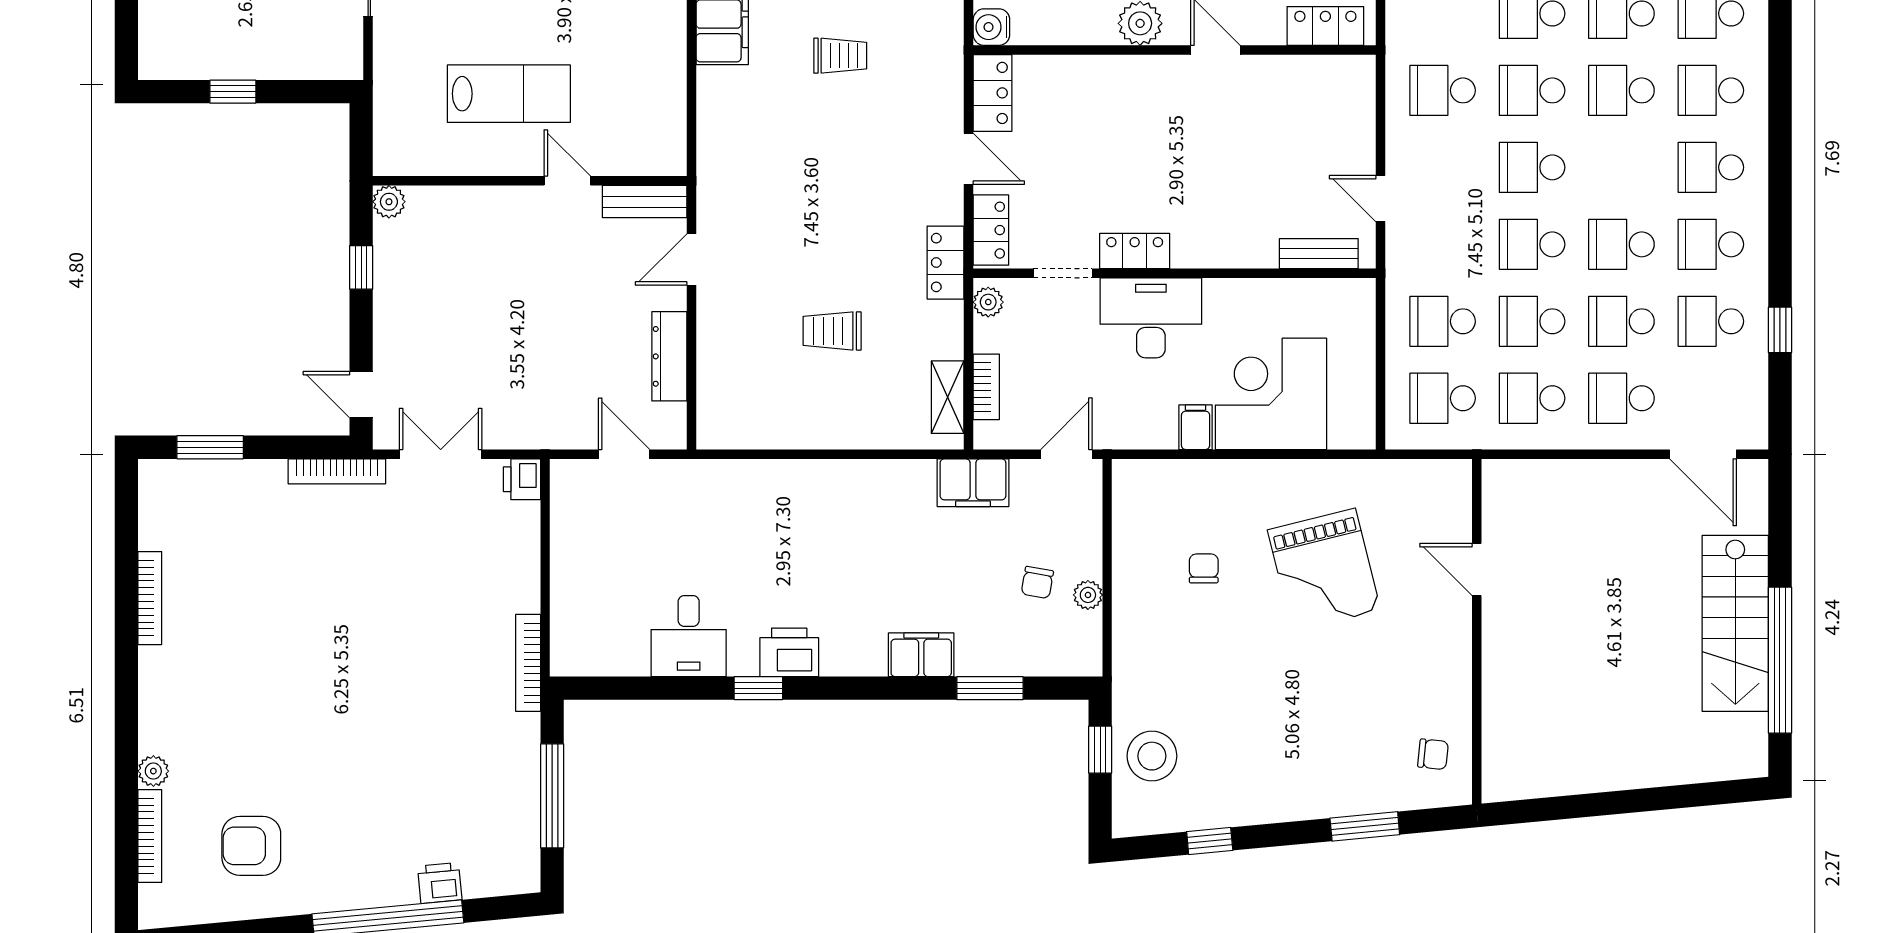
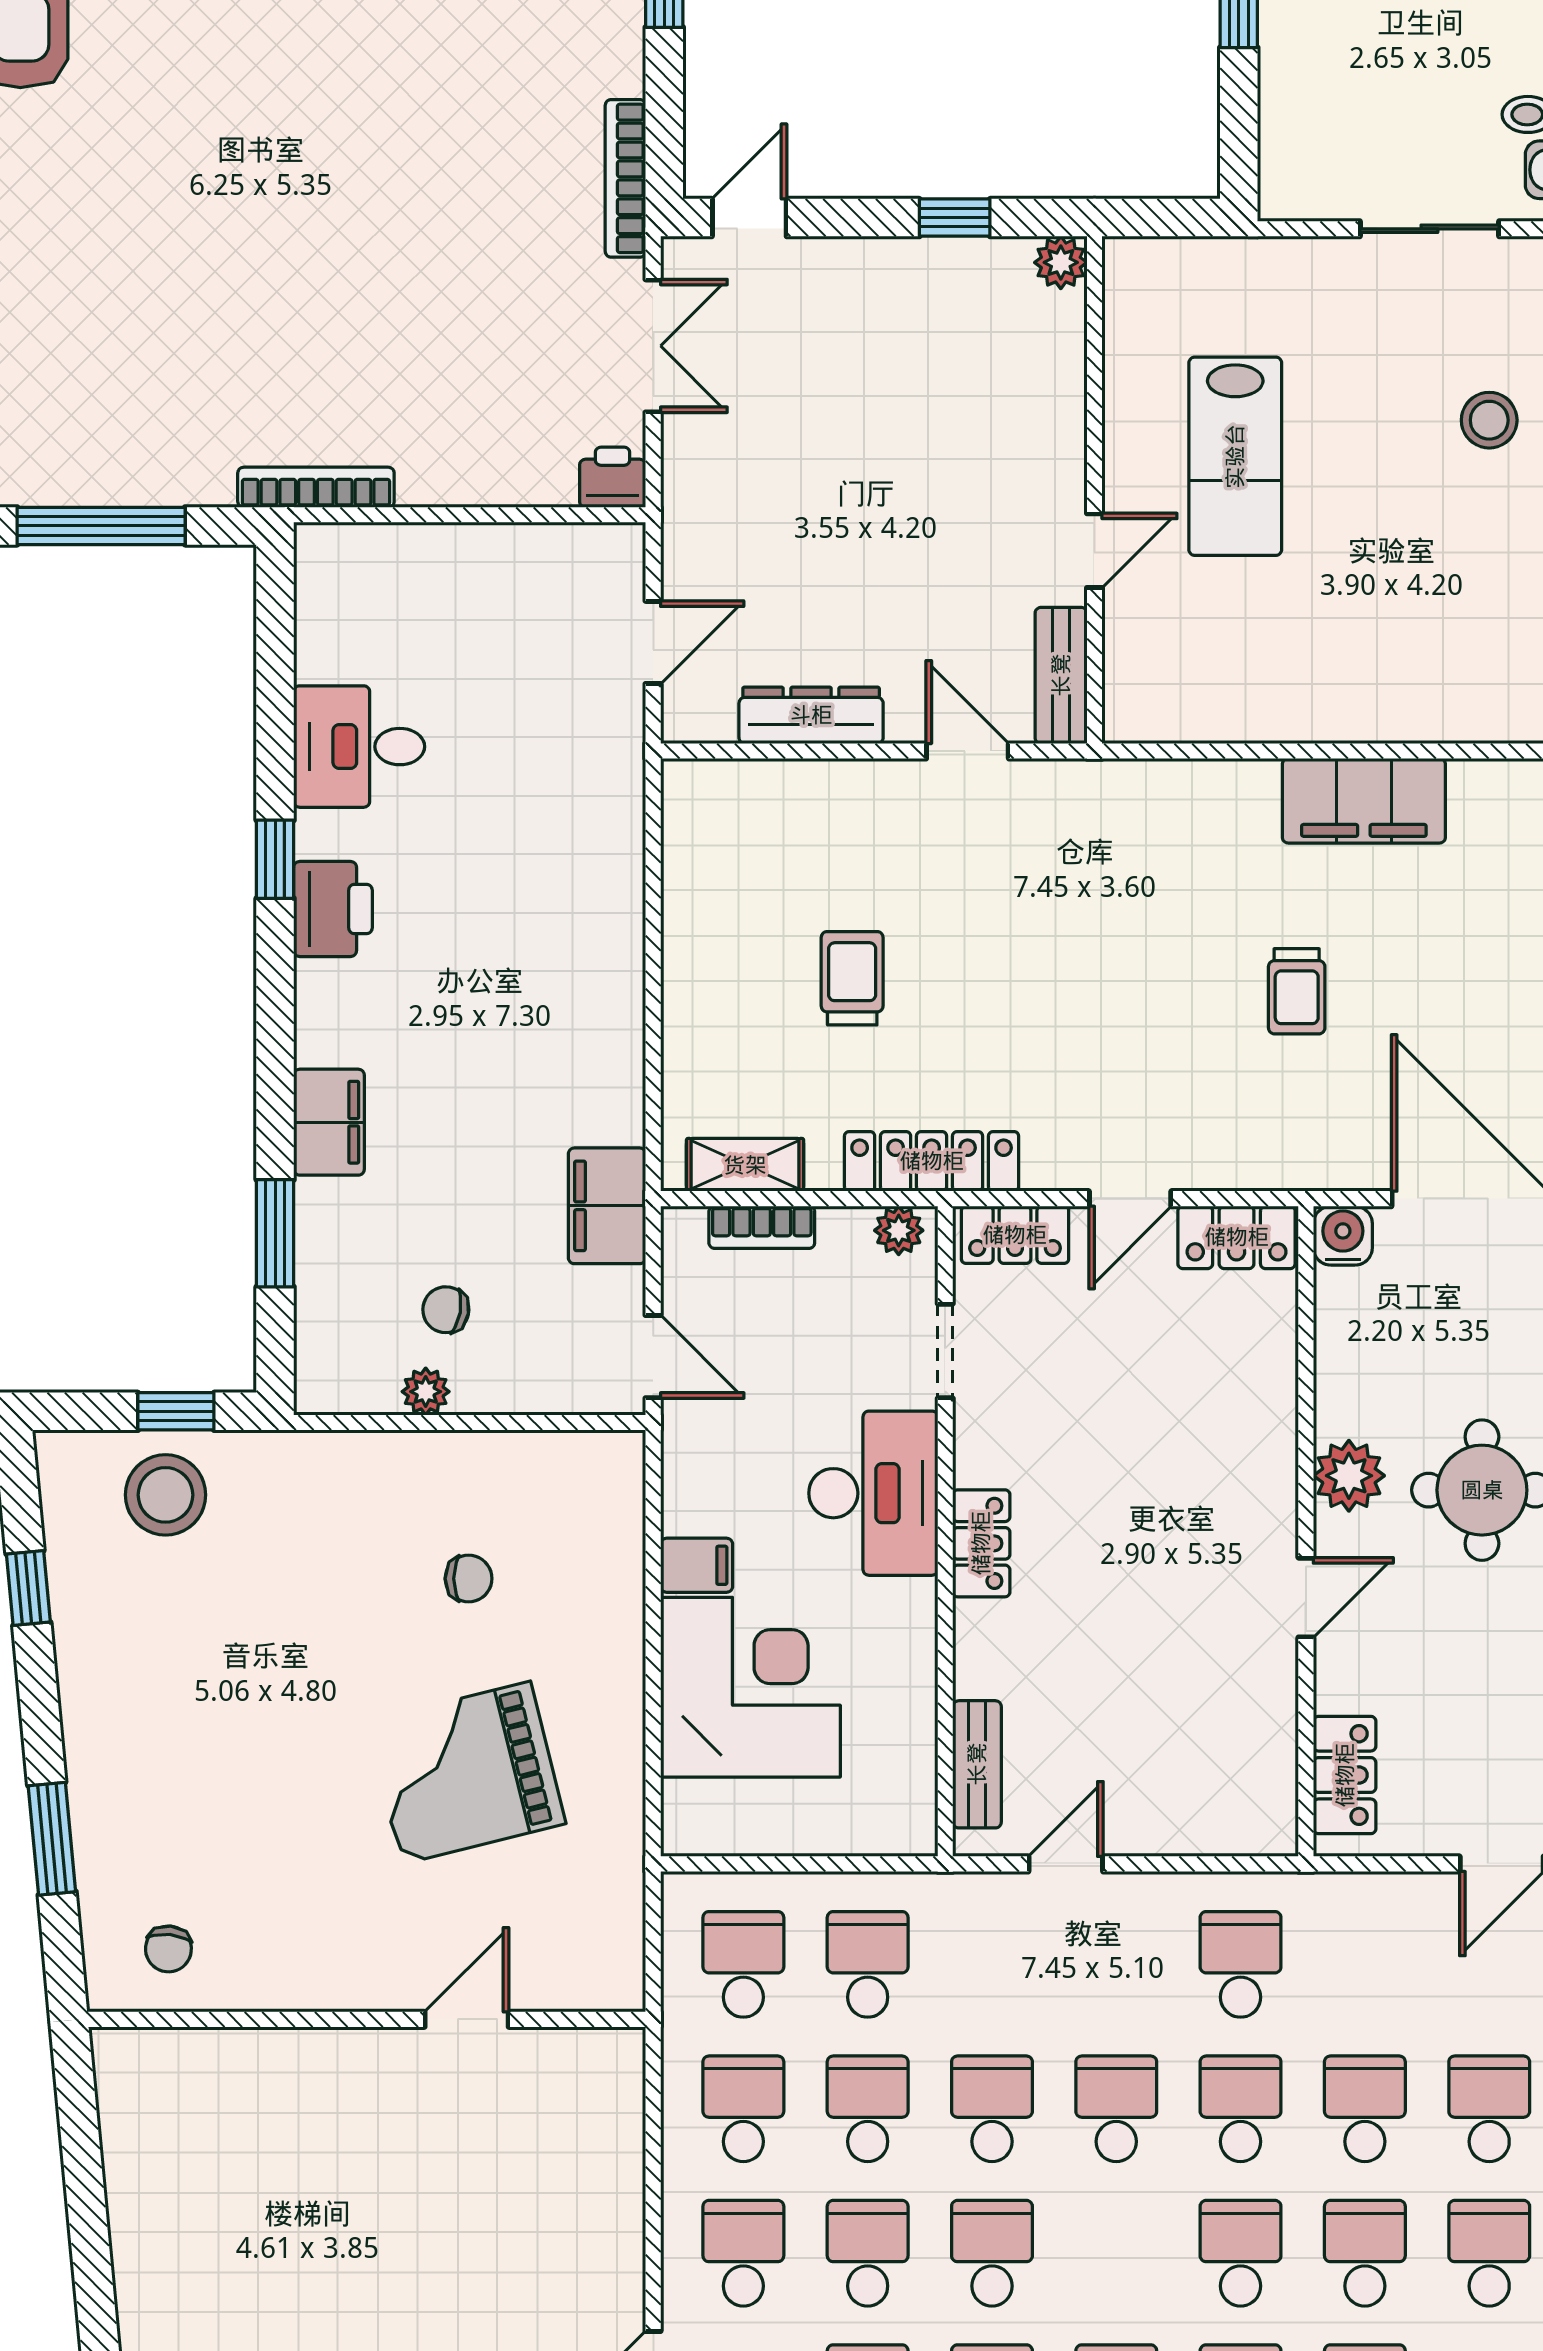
locker: (1135, 251) -> (981, 1543), moved
locker: (945, 263) -> (932, 1161), width x1.53

